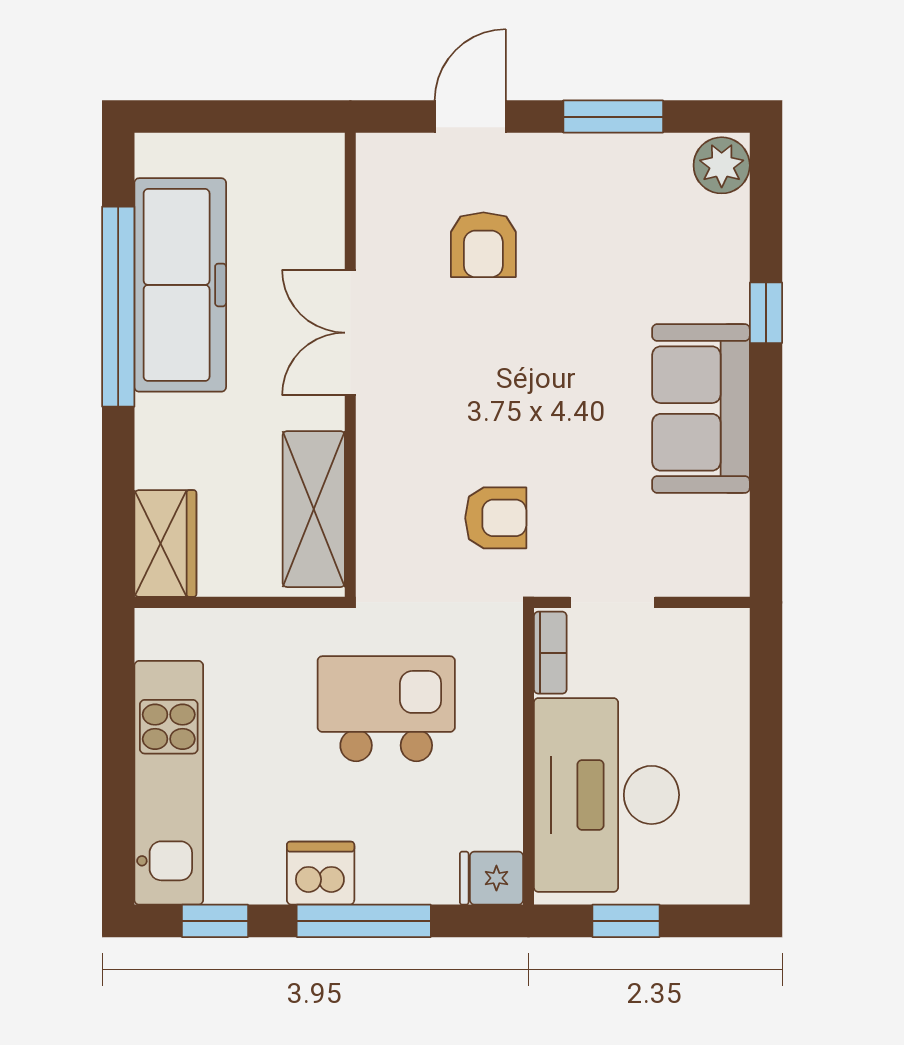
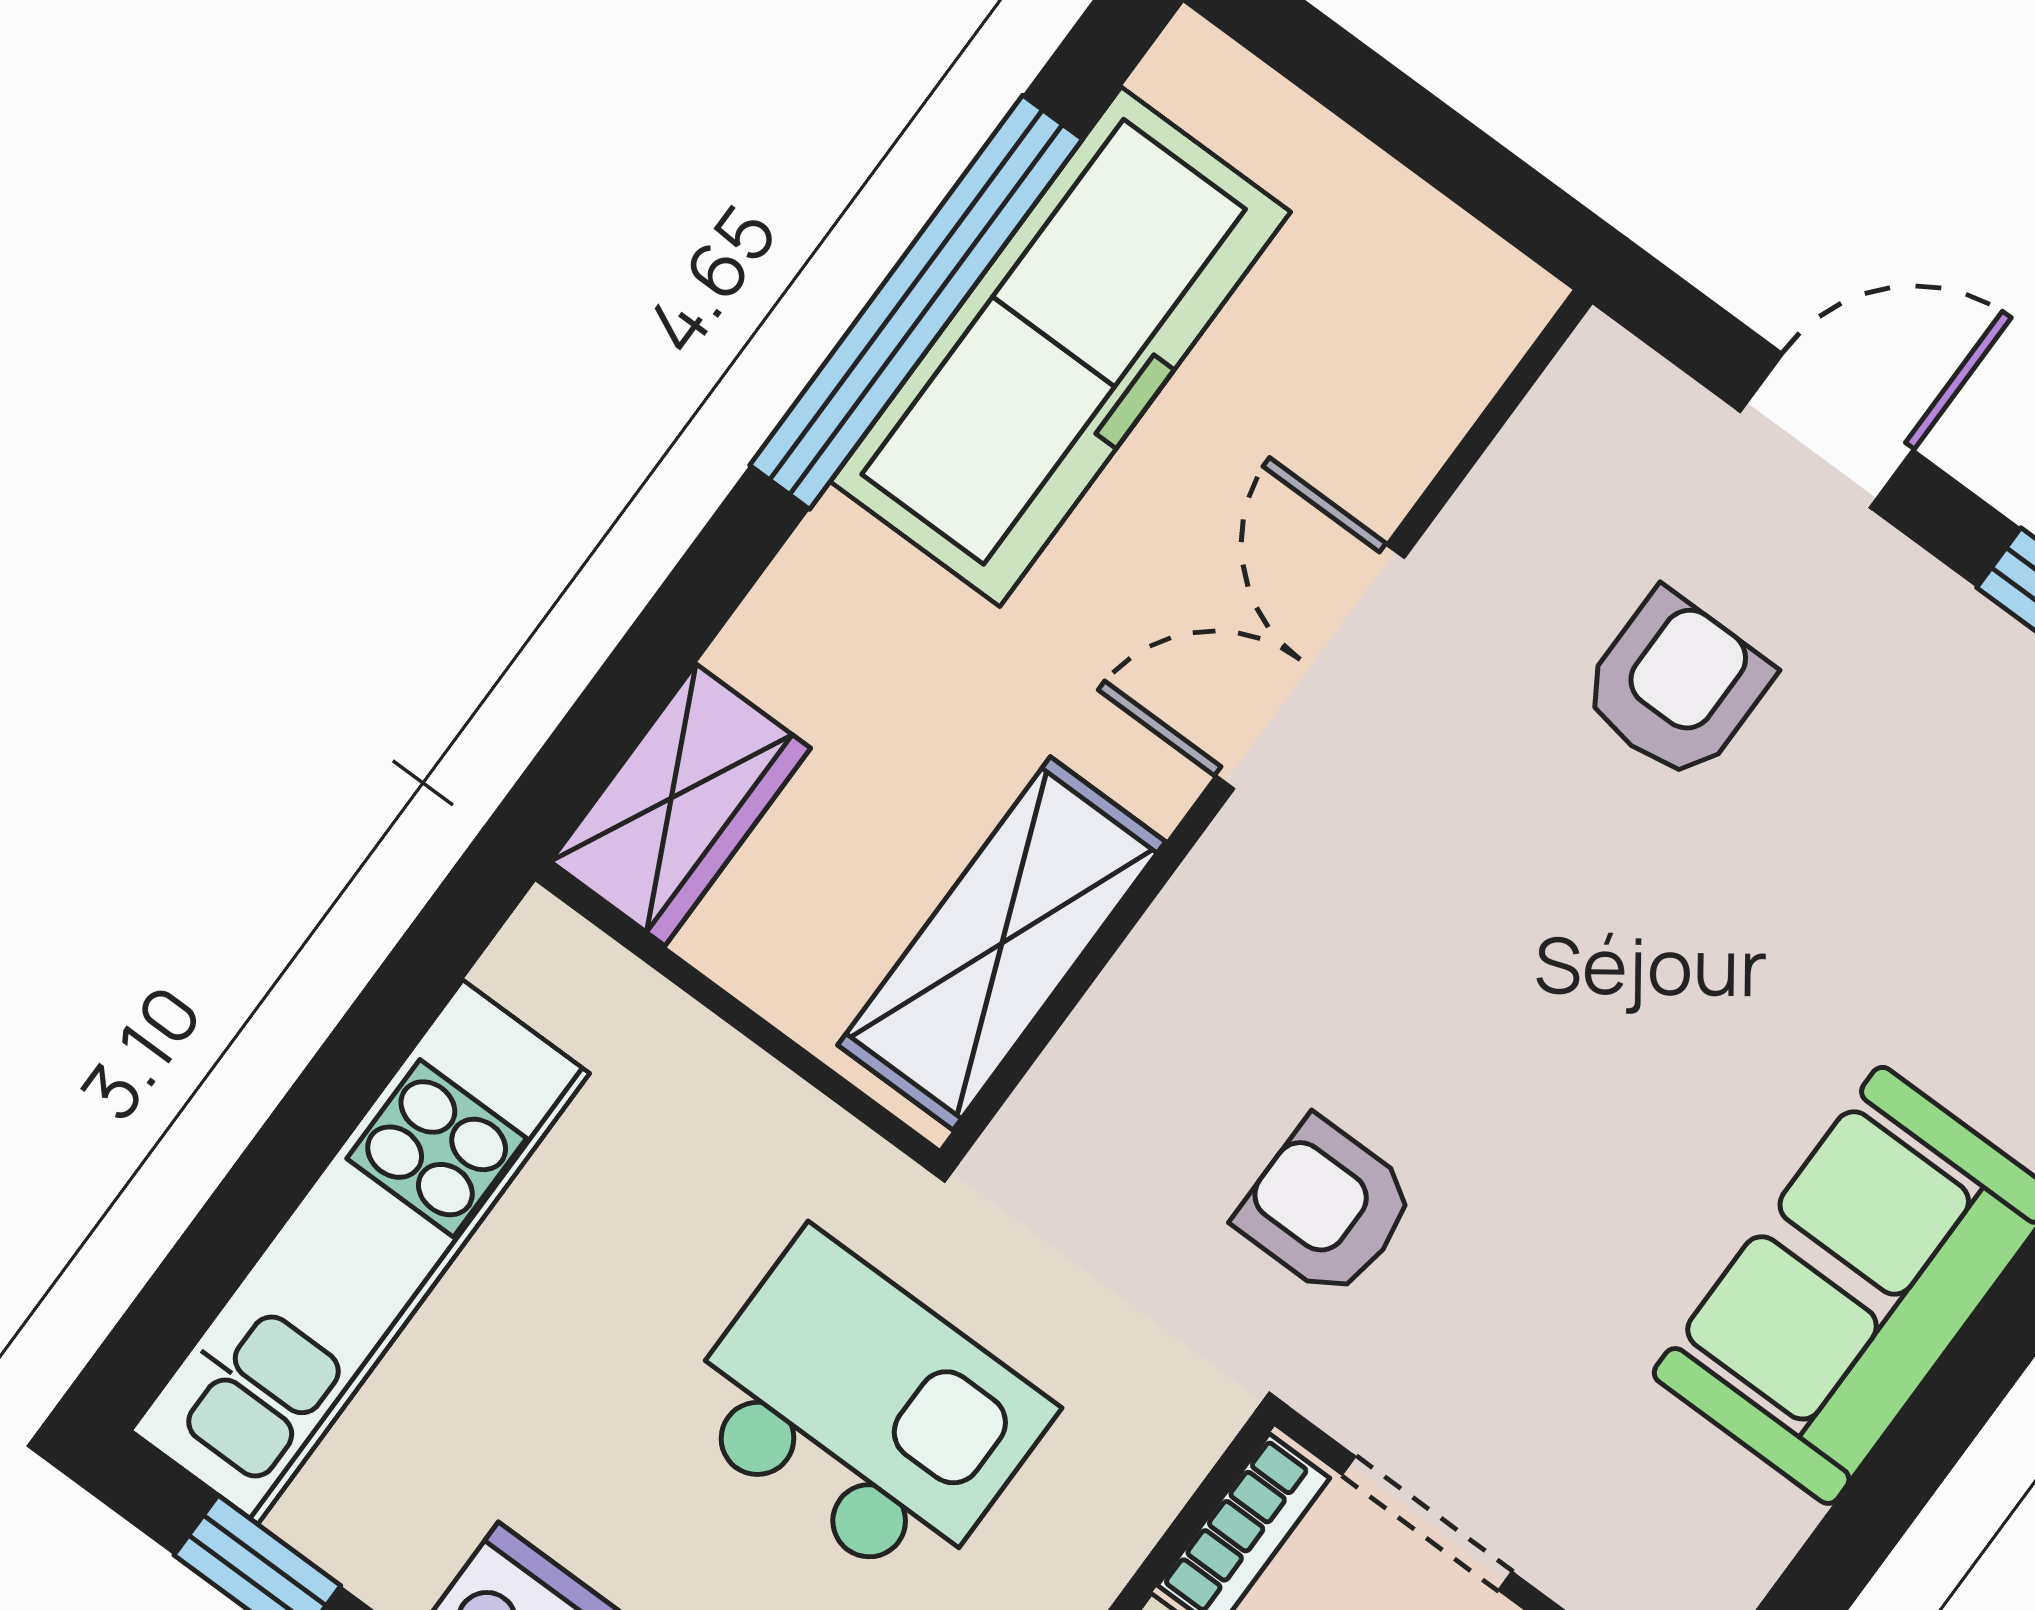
armchair: (483, 245) -> (1676, 686), turned 180
armchair: (496, 518) -> (1326, 1208), turned 180

